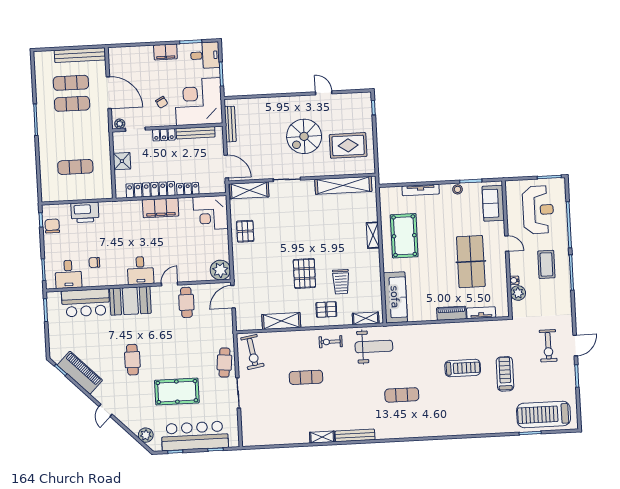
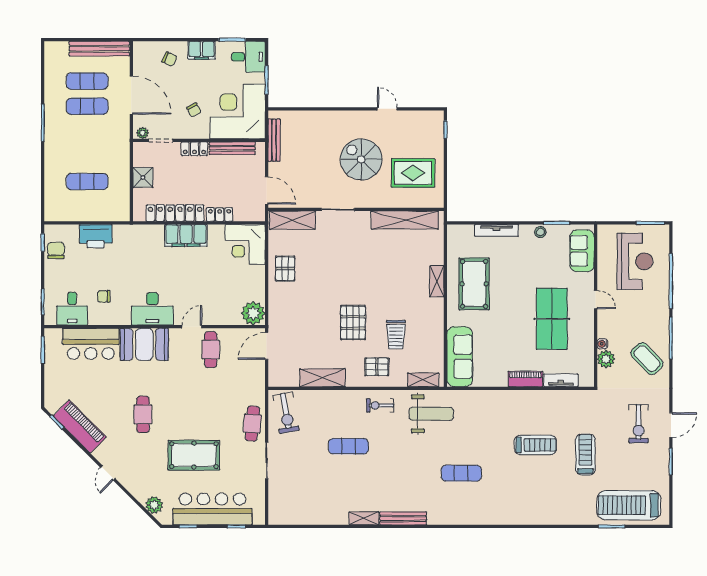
chair: (139, 61) -> (169, 59), added
spiral stairs: (304, 136) -> (361, 159), turned 90
coffee table: (546, 264) -> (647, 359), moved, turned -44
desk: (140, 270) -> (152, 309), width x1.37

